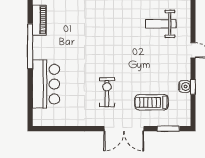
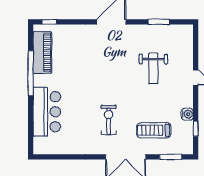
piano: (39, 20) -> (42, 53), width x1.37, depth x1.33
weight bench: (161, 24) -> (153, 68), moved, turned -90
window: (193, 87) -> (196, 129), moved

